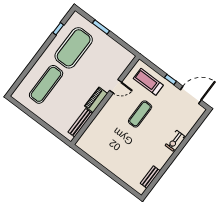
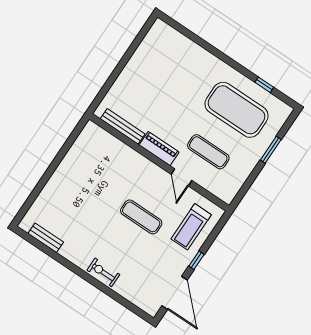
treadmill: (148, 82) -> (191, 227), turned 180
exercise mat: (46, 84) -> (208, 152), moved, width x0.73, depth x0.69

